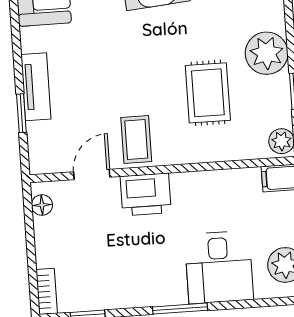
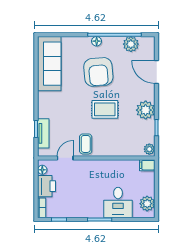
tv unit: (36, 87) -> (43, 133), moved
rug: (208, 93) -> (105, 109), moved, turned 90
printer: (146, 194) -> (46, 186), moved, turned -90

